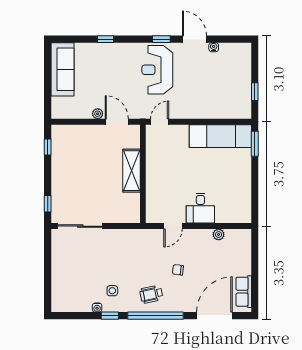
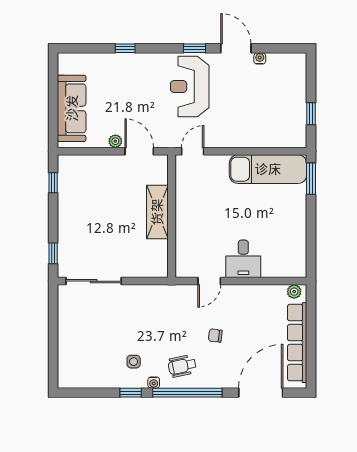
sofa: (62, 69) -> (72, 108), moved
plant: (219, 234) -> (294, 292), moved
row of seats: (244, 292) -> (297, 343), width x2.02
water cooler: (97, 308) -> (154, 383), moved

